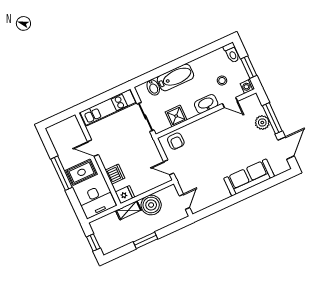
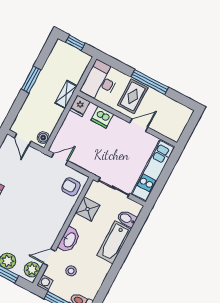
plant: (249, 103) -> (32, 269), added
boiler: (151, 205) -> (43, 138), moved, width x0.54, depth x0.54

